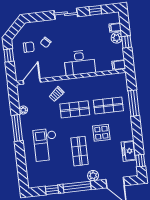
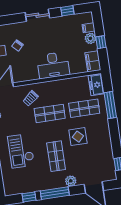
filing cabinet: (119, 65) -> (93, 61), width x2.00
freezer: (129, 151) -> (96, 85), moved

